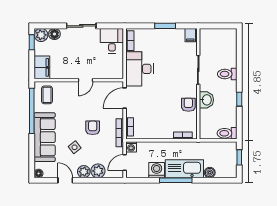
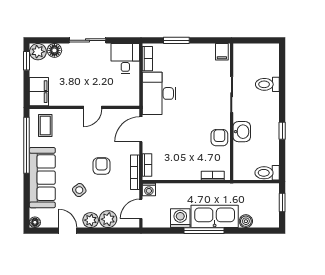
window: (165, 26) -> (176, 40), moved
toilet: (227, 74) -> (267, 84), moved

